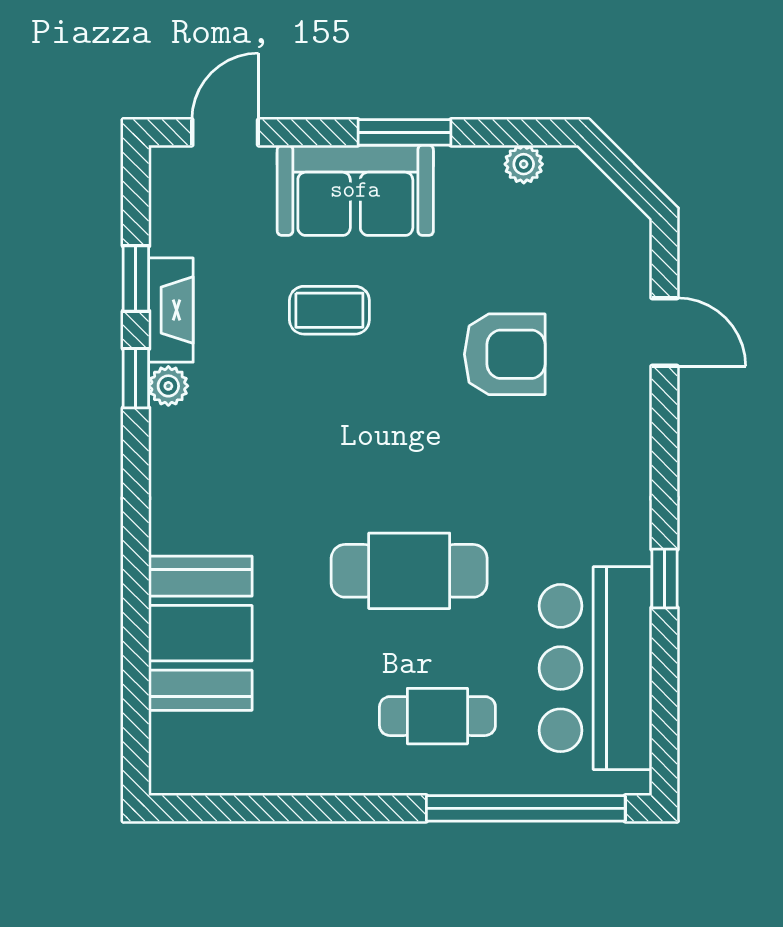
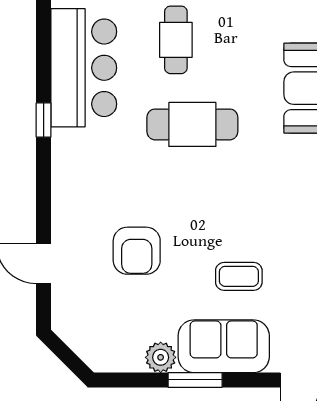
plant: (524, 164) -> (161, 357), moved, width x1.38, depth x1.38
armchair: (505, 354) -> (137, 251), turned -90
cafe table: (437, 716) -> (176, 40), turned 90

